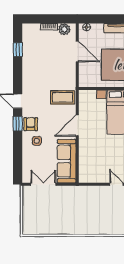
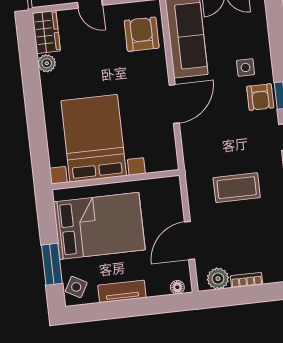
door: (77, 51) -> (190, 241), hinge flipped
coffee table: (62, 97) -> (237, 188), moved
armchair: (91, 165) -> (142, 34), added

